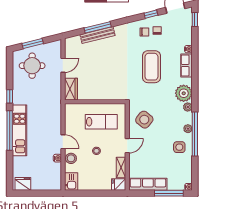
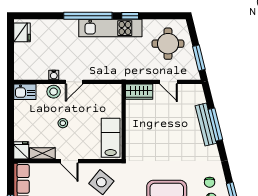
window: (33, 43) -> (199, 58), moved
lab bench: (101, 122) -> (111, 138), moved, turned 180
kitchen unit: (19, 130) -> (110, 28), moved

